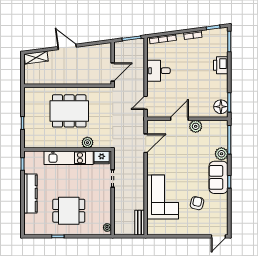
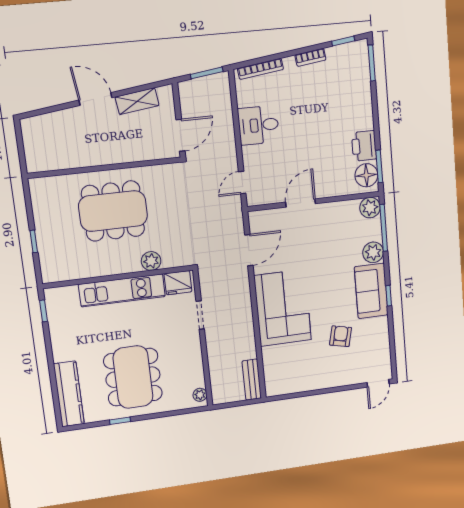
shelving: (36, 58) -> (137, 101), moved
printer: (221, 65) -> (364, 146), moved
plant: (196, 126) -> (370, 208), moved
kitchen counter: (30, 194) -> (69, 394), moved
corner sofa: (163, 197) -> (283, 308), moved
dining table: (69, 211) -> (133, 377), width x1.37

